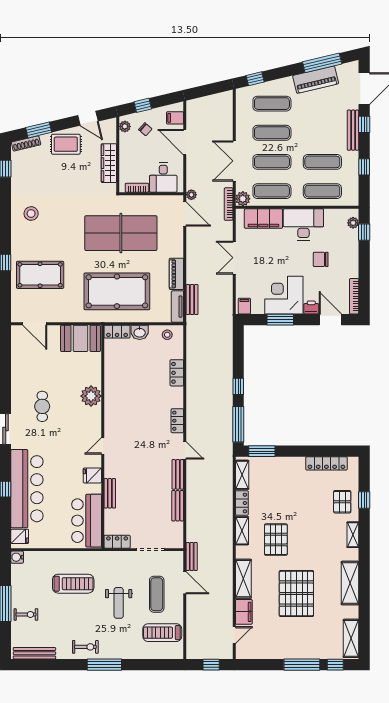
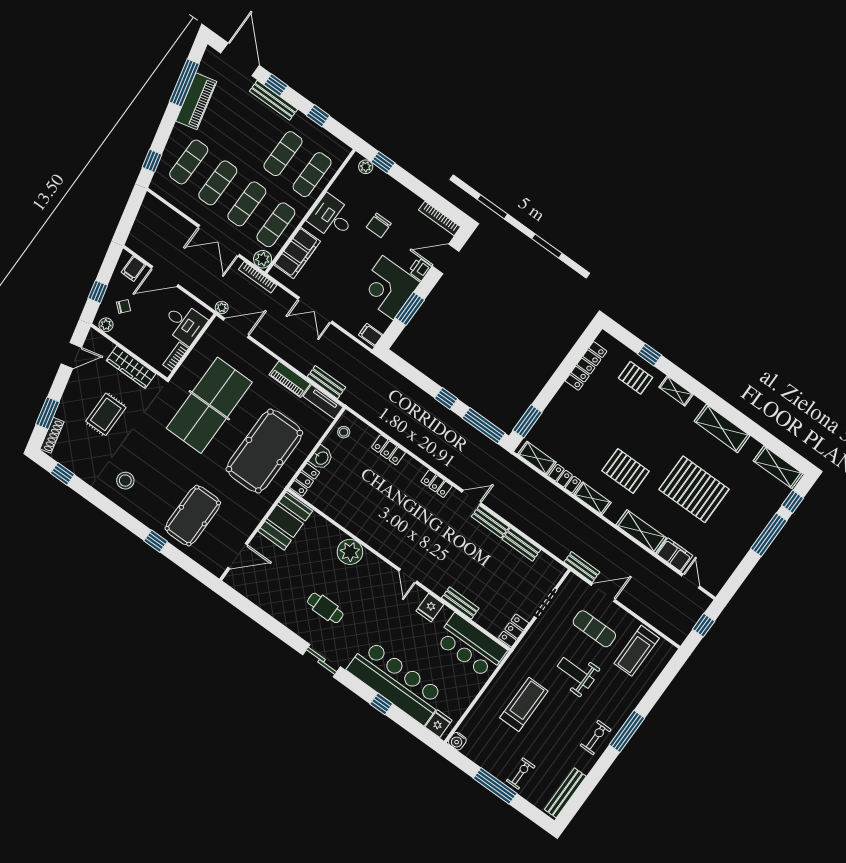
rug: (66, 144) -> (106, 414), moved
desk: (303, 224) -> (332, 217), width x0.73
weight bench: (119, 603) -> (576, 673), turned 180

